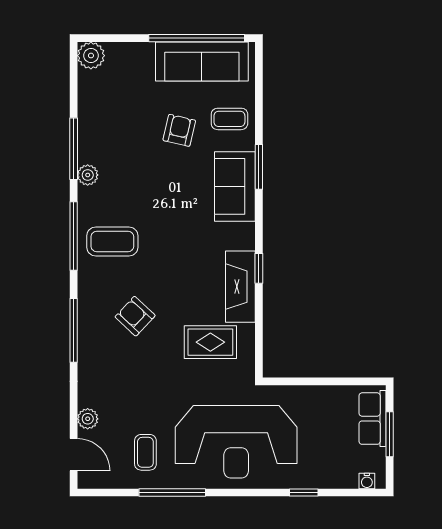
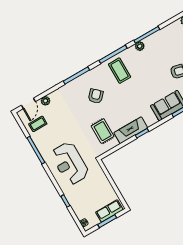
reception desk: (236, 442) -> (70, 163), width x0.74, depth x0.77
coffee table: (145, 452) -> (38, 124), moved

